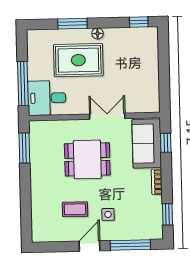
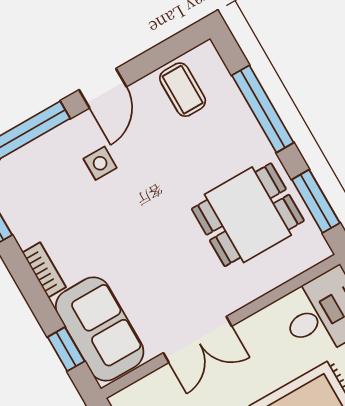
dining table: (87, 159) -> (248, 215), moved
window: (26, 200) -> (263, 109), added
coffee table: (75, 209) -> (183, 90), moved, turned 90

